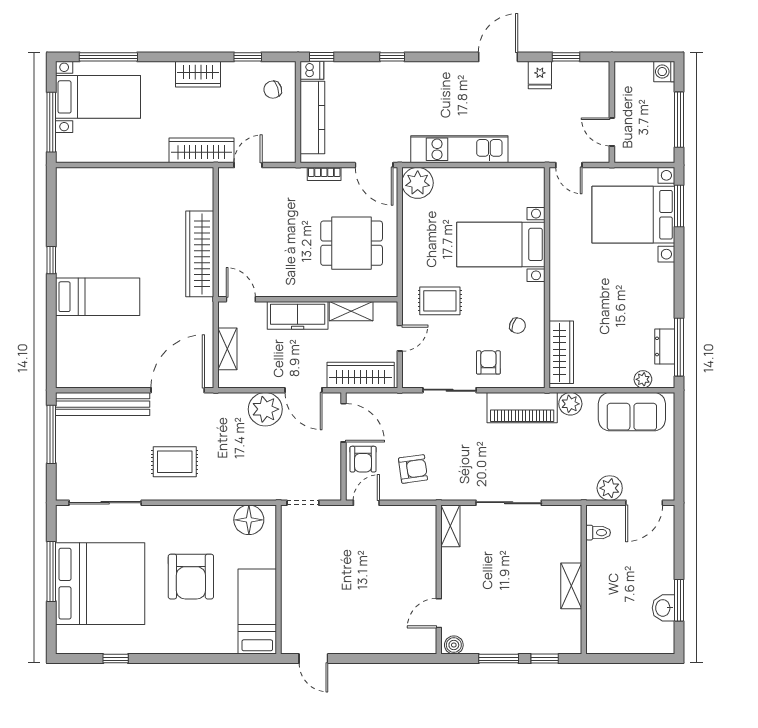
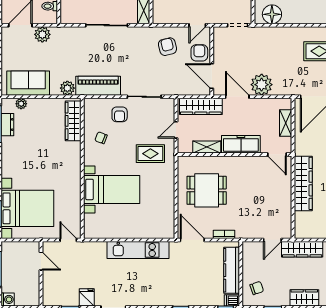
plant: (418, 183) -> (165, 229), removed
armchair: (413, 469) -> (167, 47), turned 85

